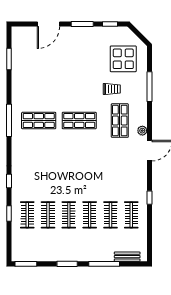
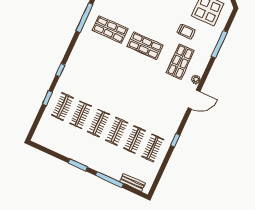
window: (26, 264) -> (42, 148), removed

